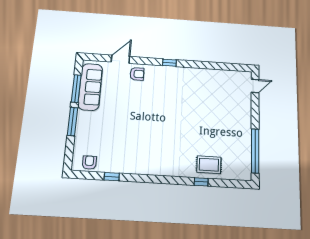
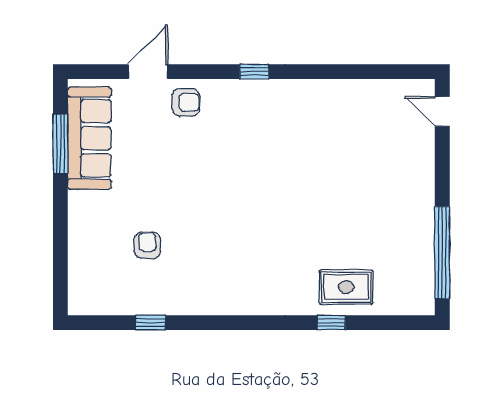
door: (255, 86) -> (442, 111), swing flipped
window: (72, 122) -> (60, 215), removed
armchair: (89, 163) -> (147, 245), moved

